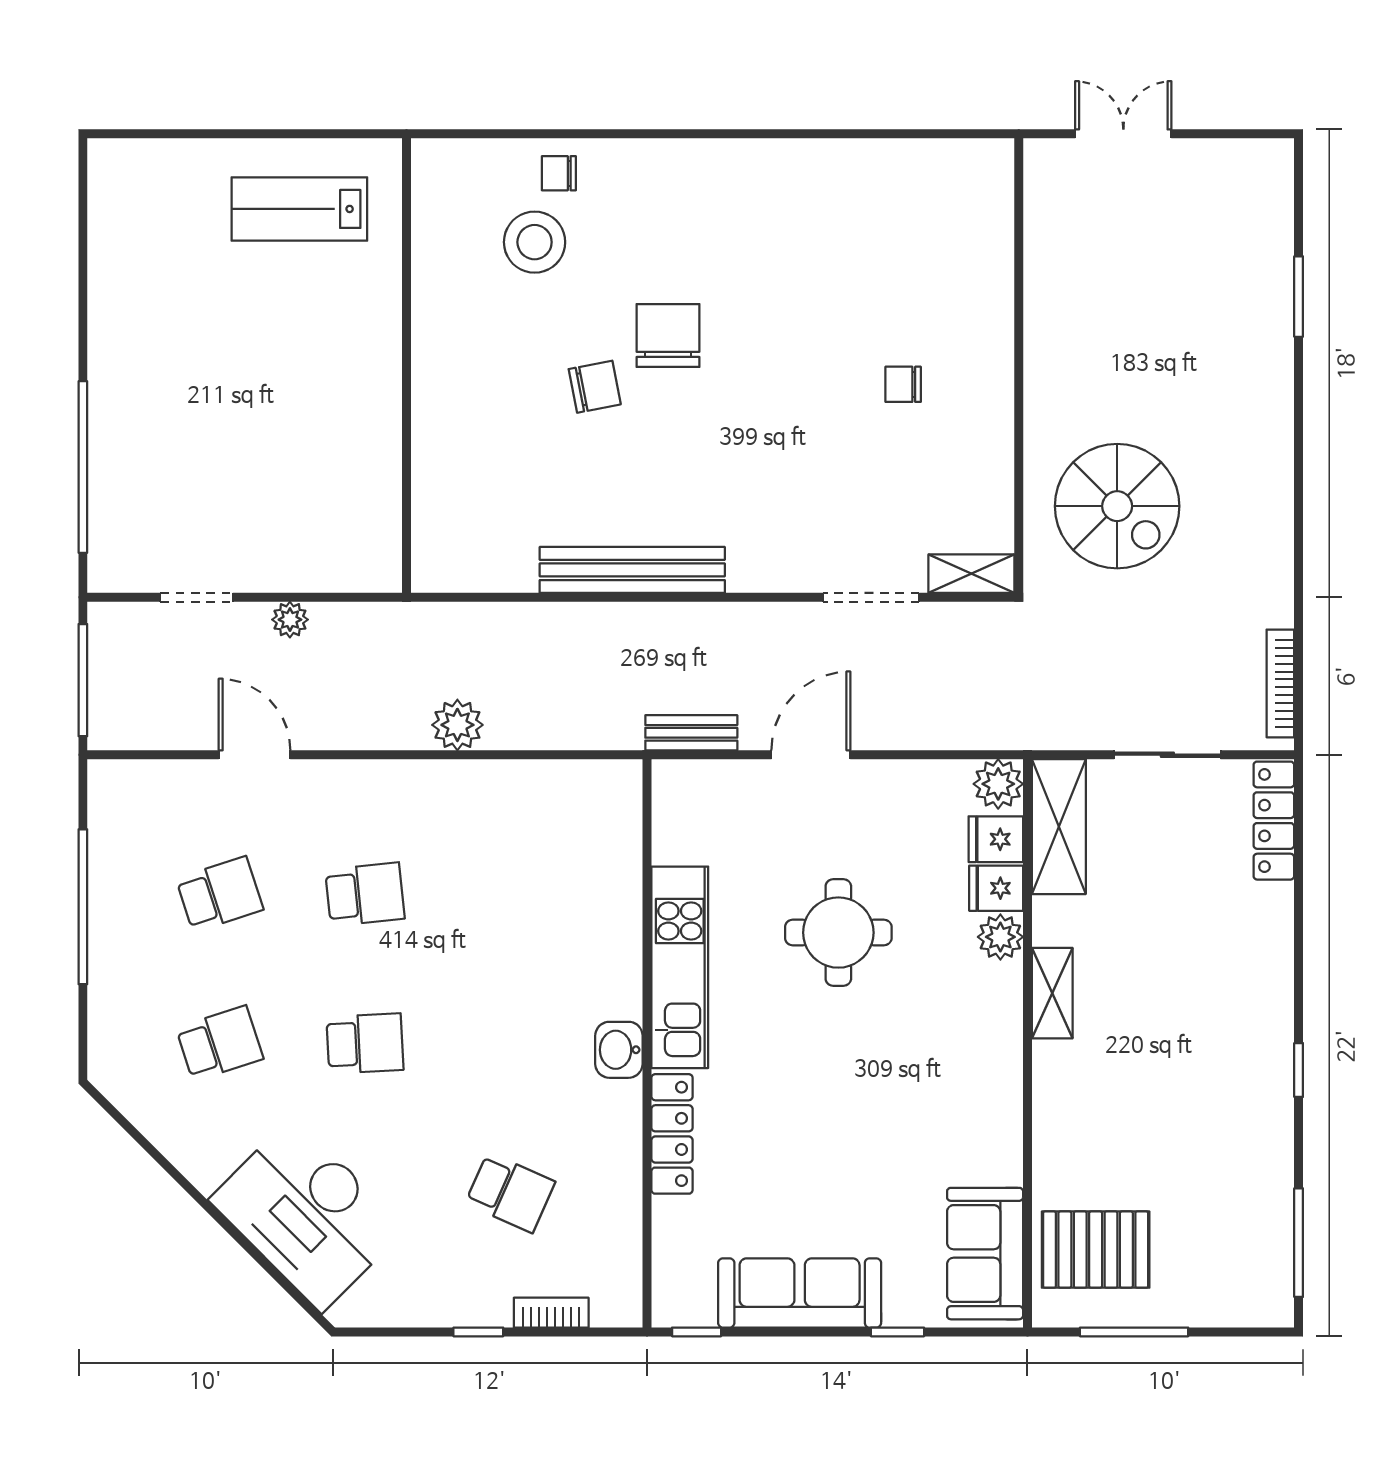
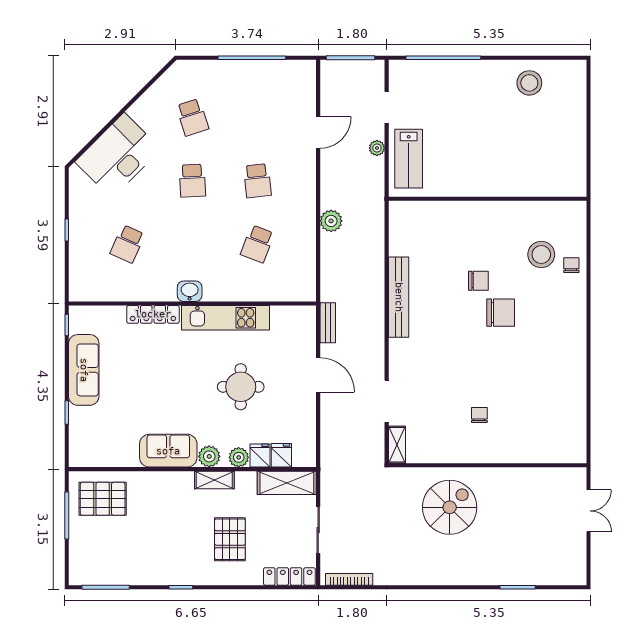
lab bench: (299, 209) -> (409, 159), moved, turned 180
stool: (141, 270) -> (529, 83), added
chair: (595, 387) -> (478, 281), turned -79
spiral stairs: (1117, 506) -> (450, 507), moved, turned 180
plant: (998, 784) -> (209, 456), moved
school desk: (220, 894) -> (257, 244), moved, turned 39
pallet: (1189, 957) -> (230, 539), added
pallet: (1096, 1250) -> (103, 499), turned 90
sofa: (985, 1254) -> (168, 451), moved
bookcase: (551, 1313) -> (75, 262), removed

